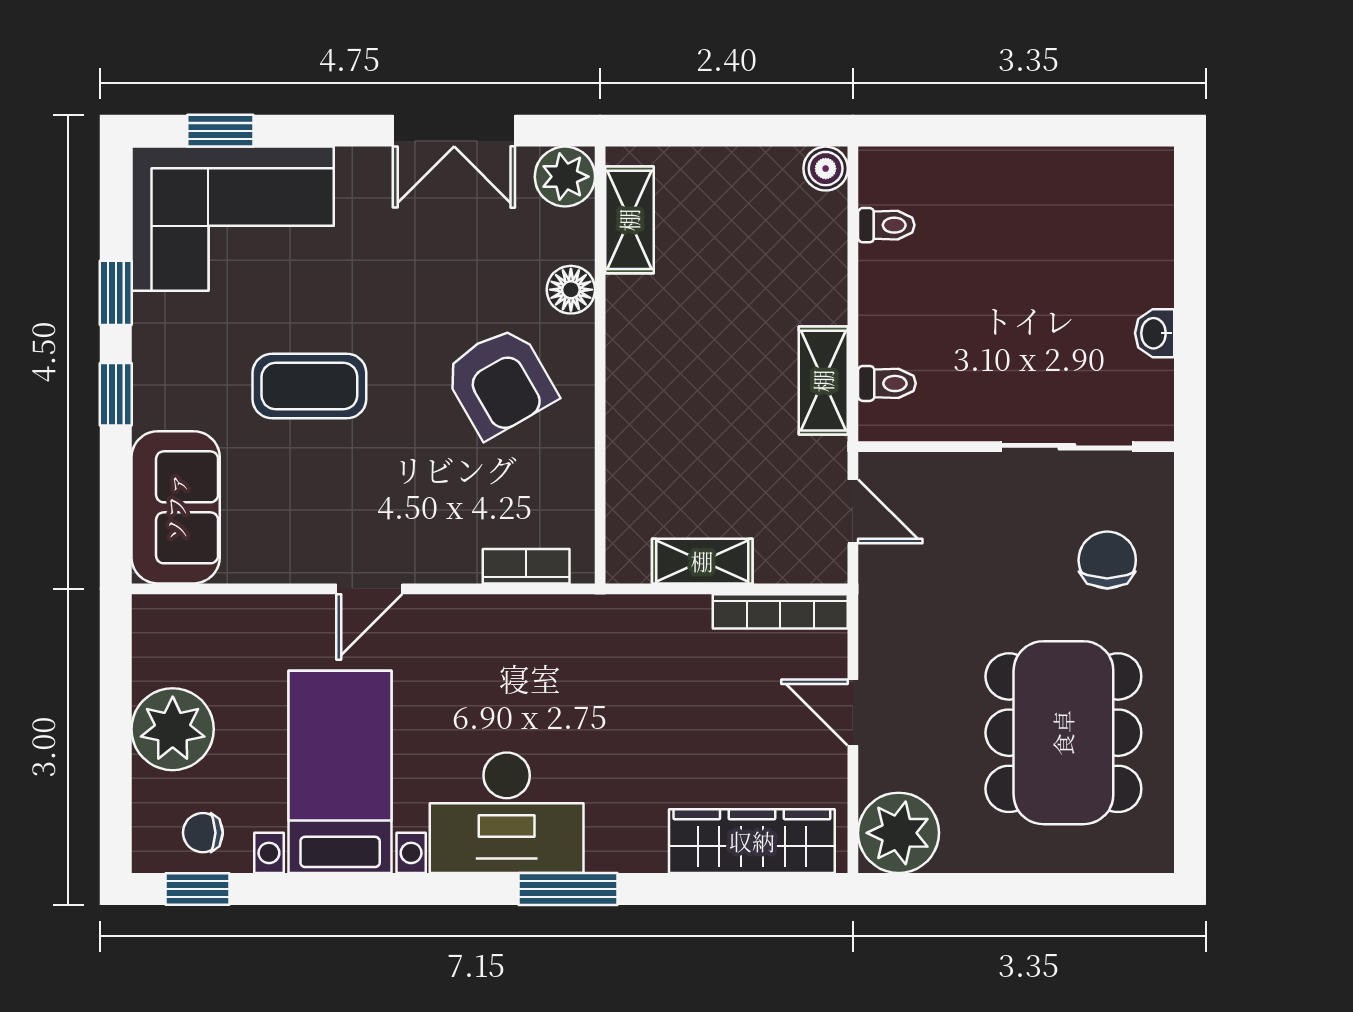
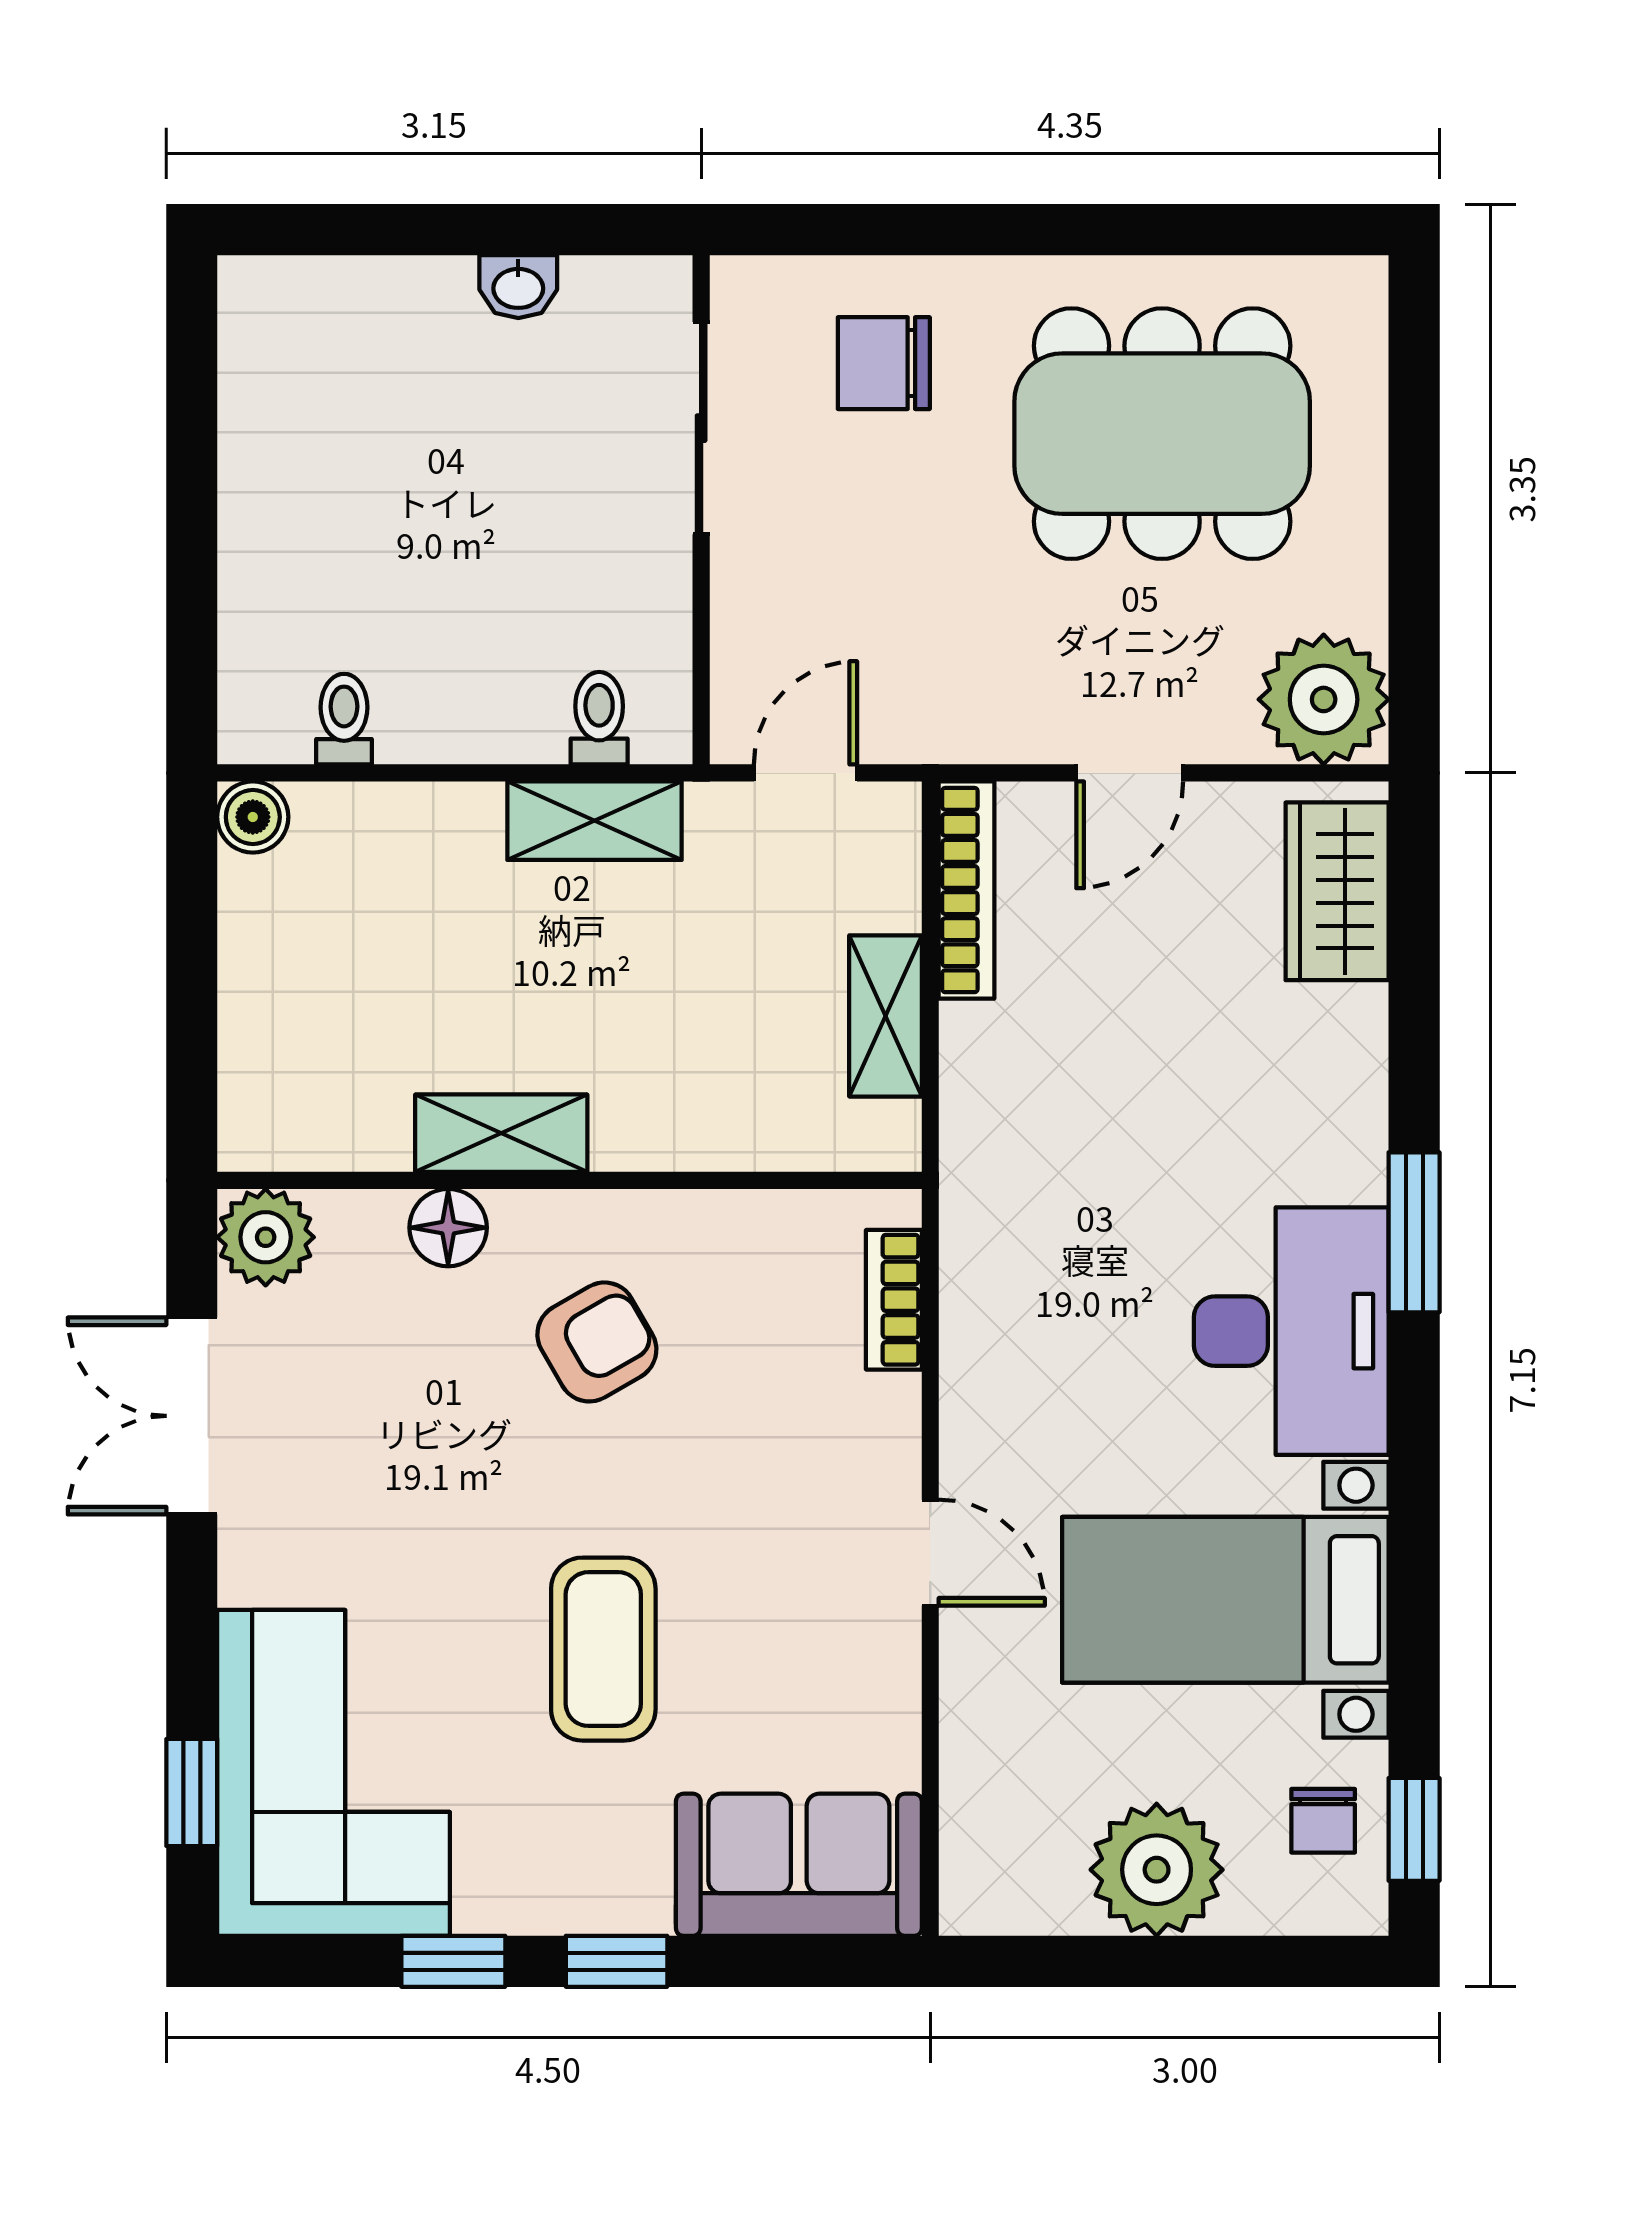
double door: (454, 131) -> (192, 1416), swing flipped
shelving: (629, 220) -> (501, 1133), moved
armchair: (500, 382) -> (597, 1342), width x0.72, depth x0.72
wardrobe: (752, 841) -> (1337, 891), width x0.67

